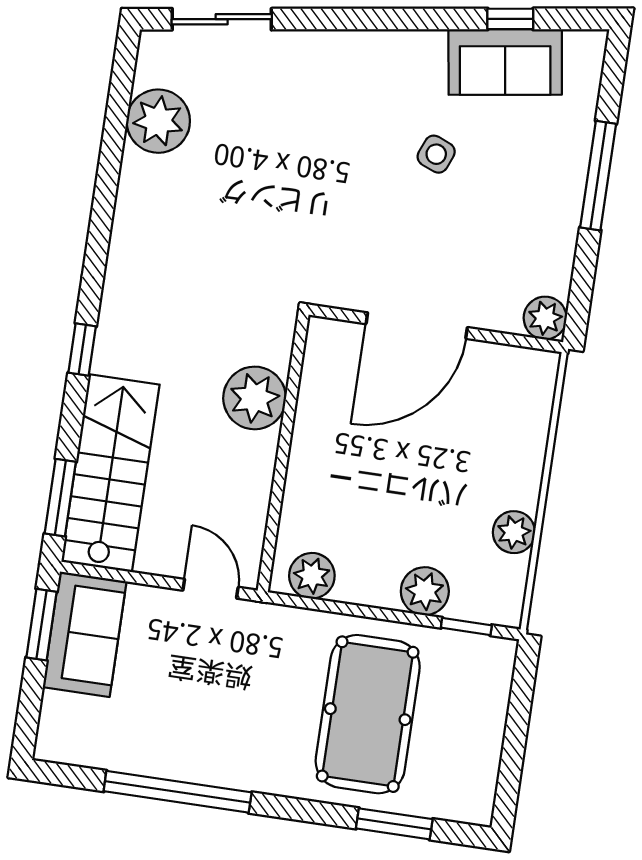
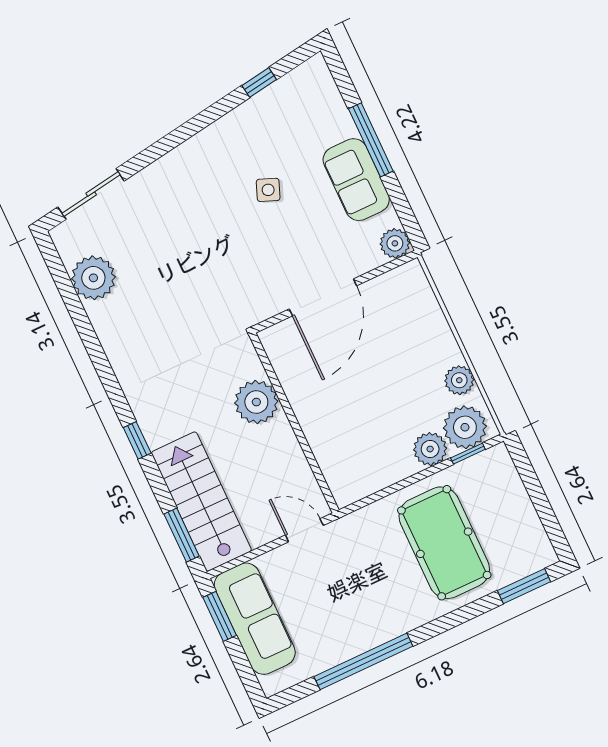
sofa: (505, 62) -> (356, 180), moved, turned 98
plant: (312, 576) -> (465, 427), moved, width x1.36, depth x1.36
sofa: (85, 634) -> (255, 619), width x1.36
window: (394, 824) -> (524, 586), moved

